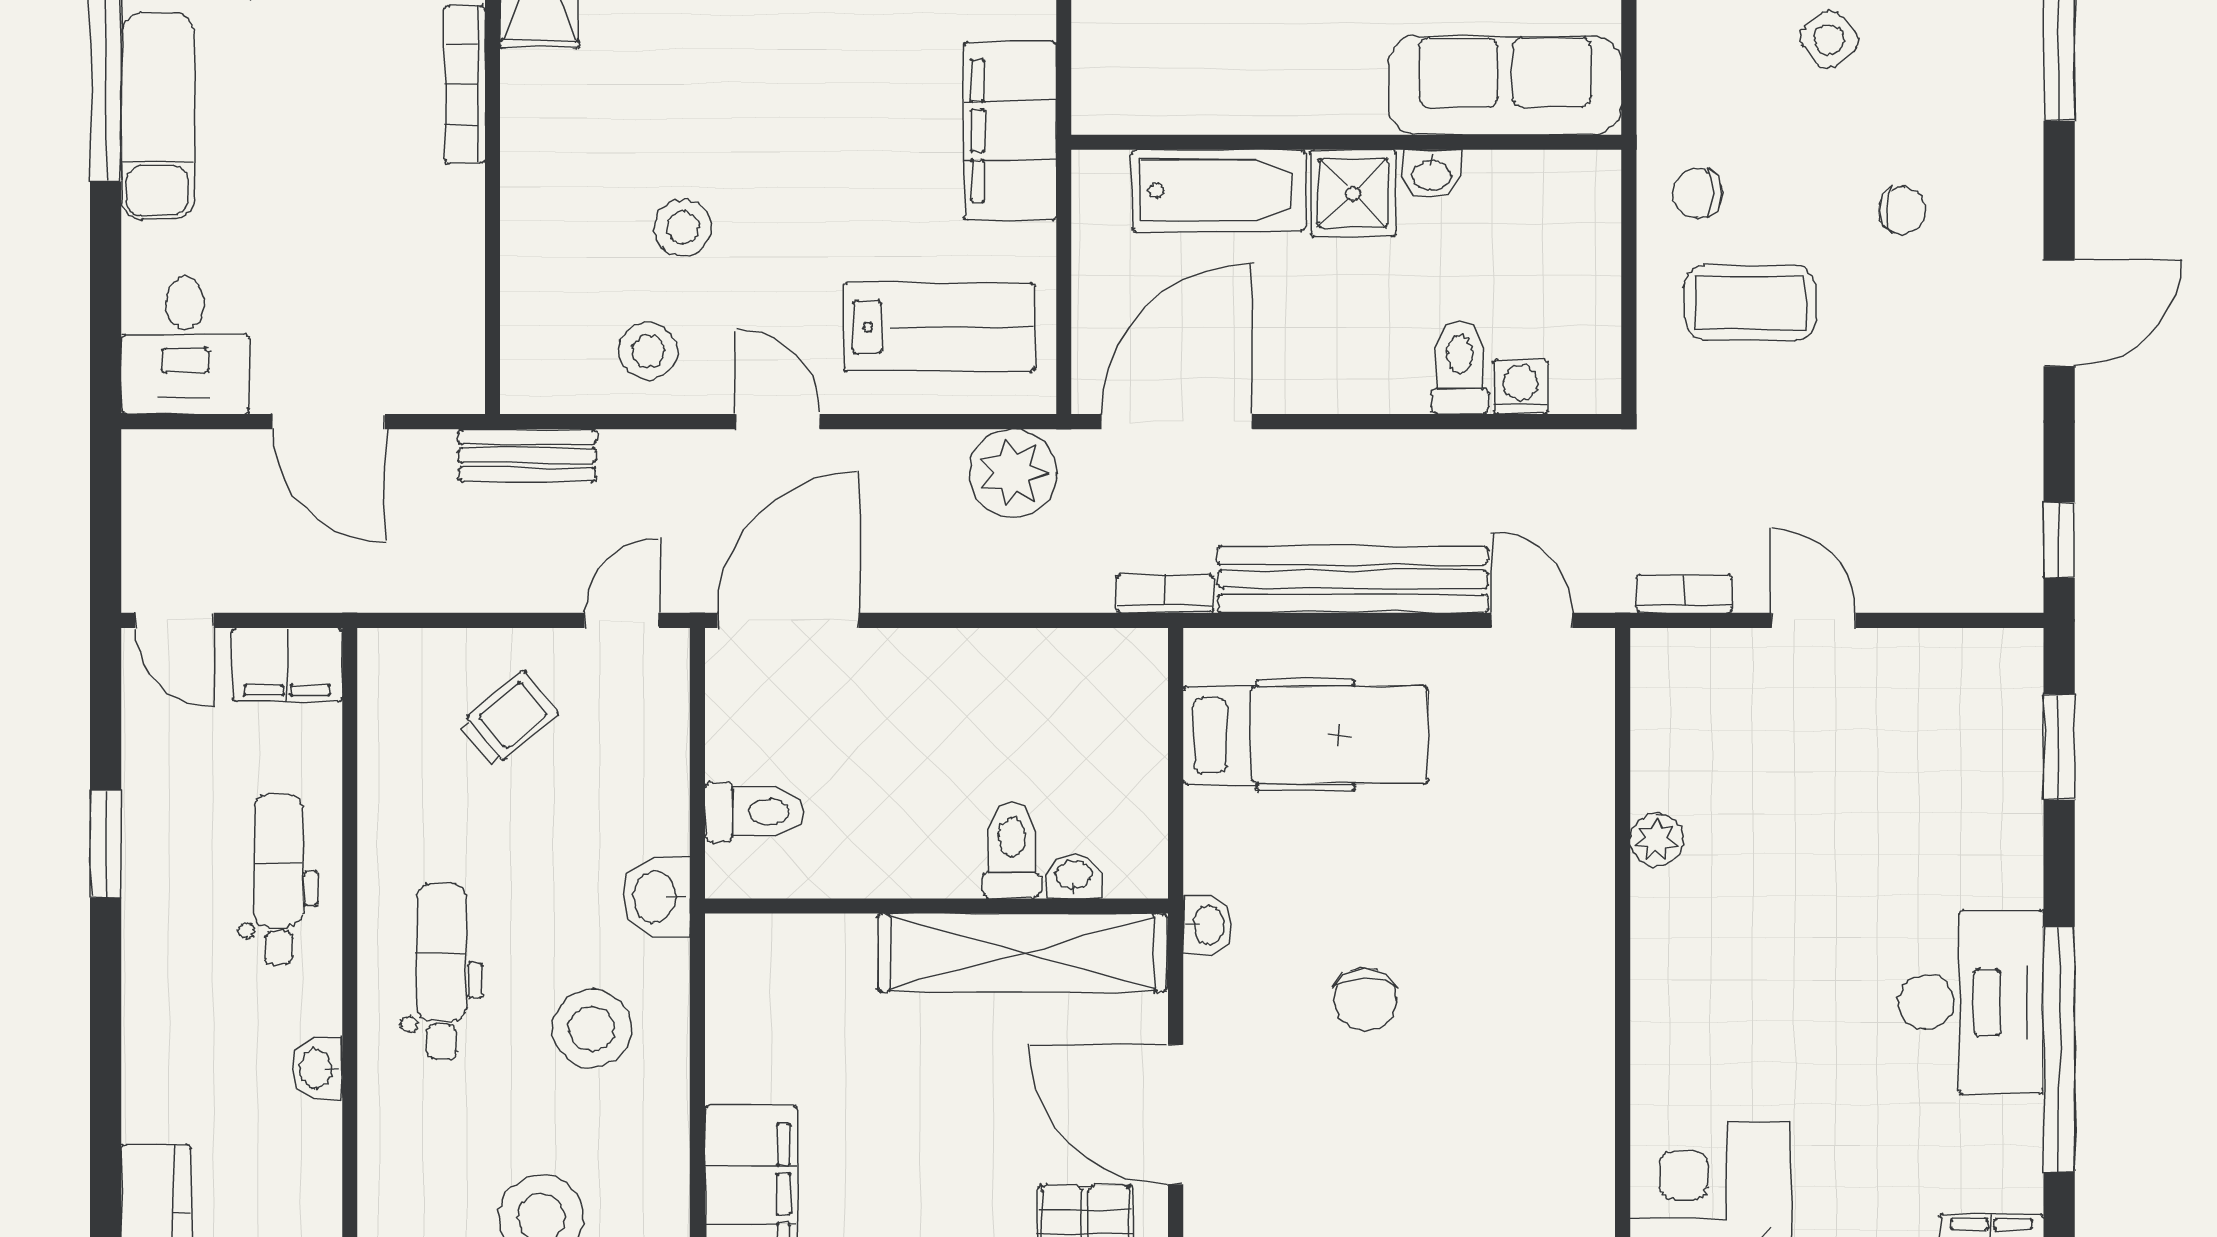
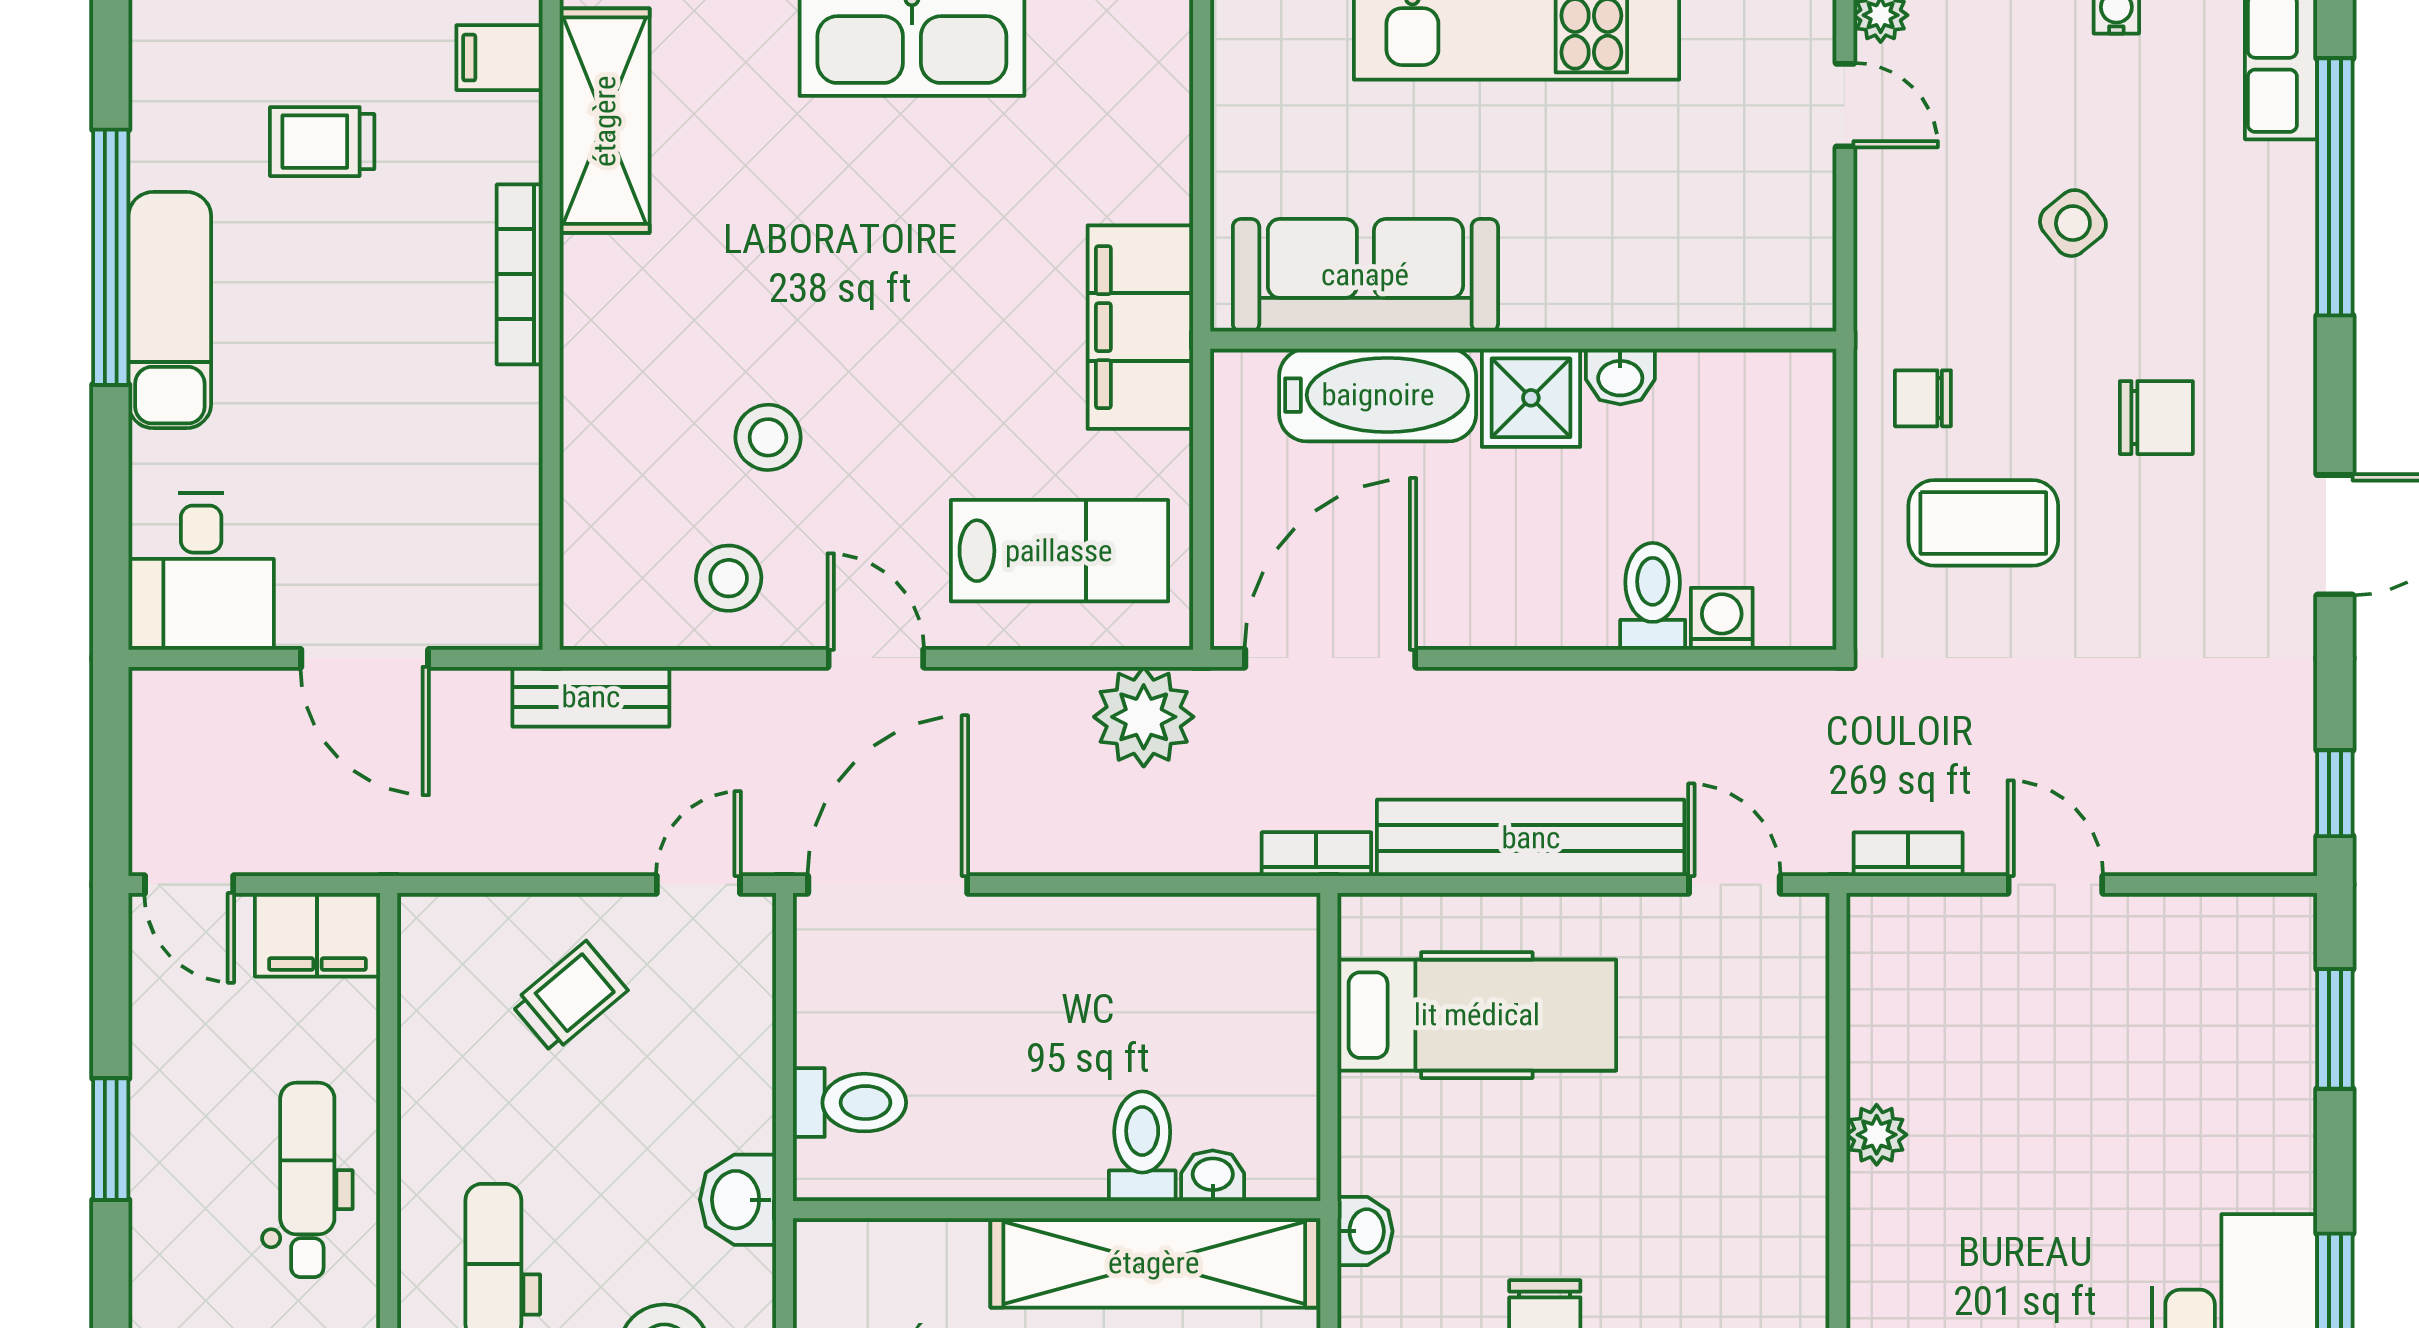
sofa: (1505, 85) -> (1365, 275), moved
chair: (1902, 210) -> (2156, 418), width x1.37, depth x1.37

